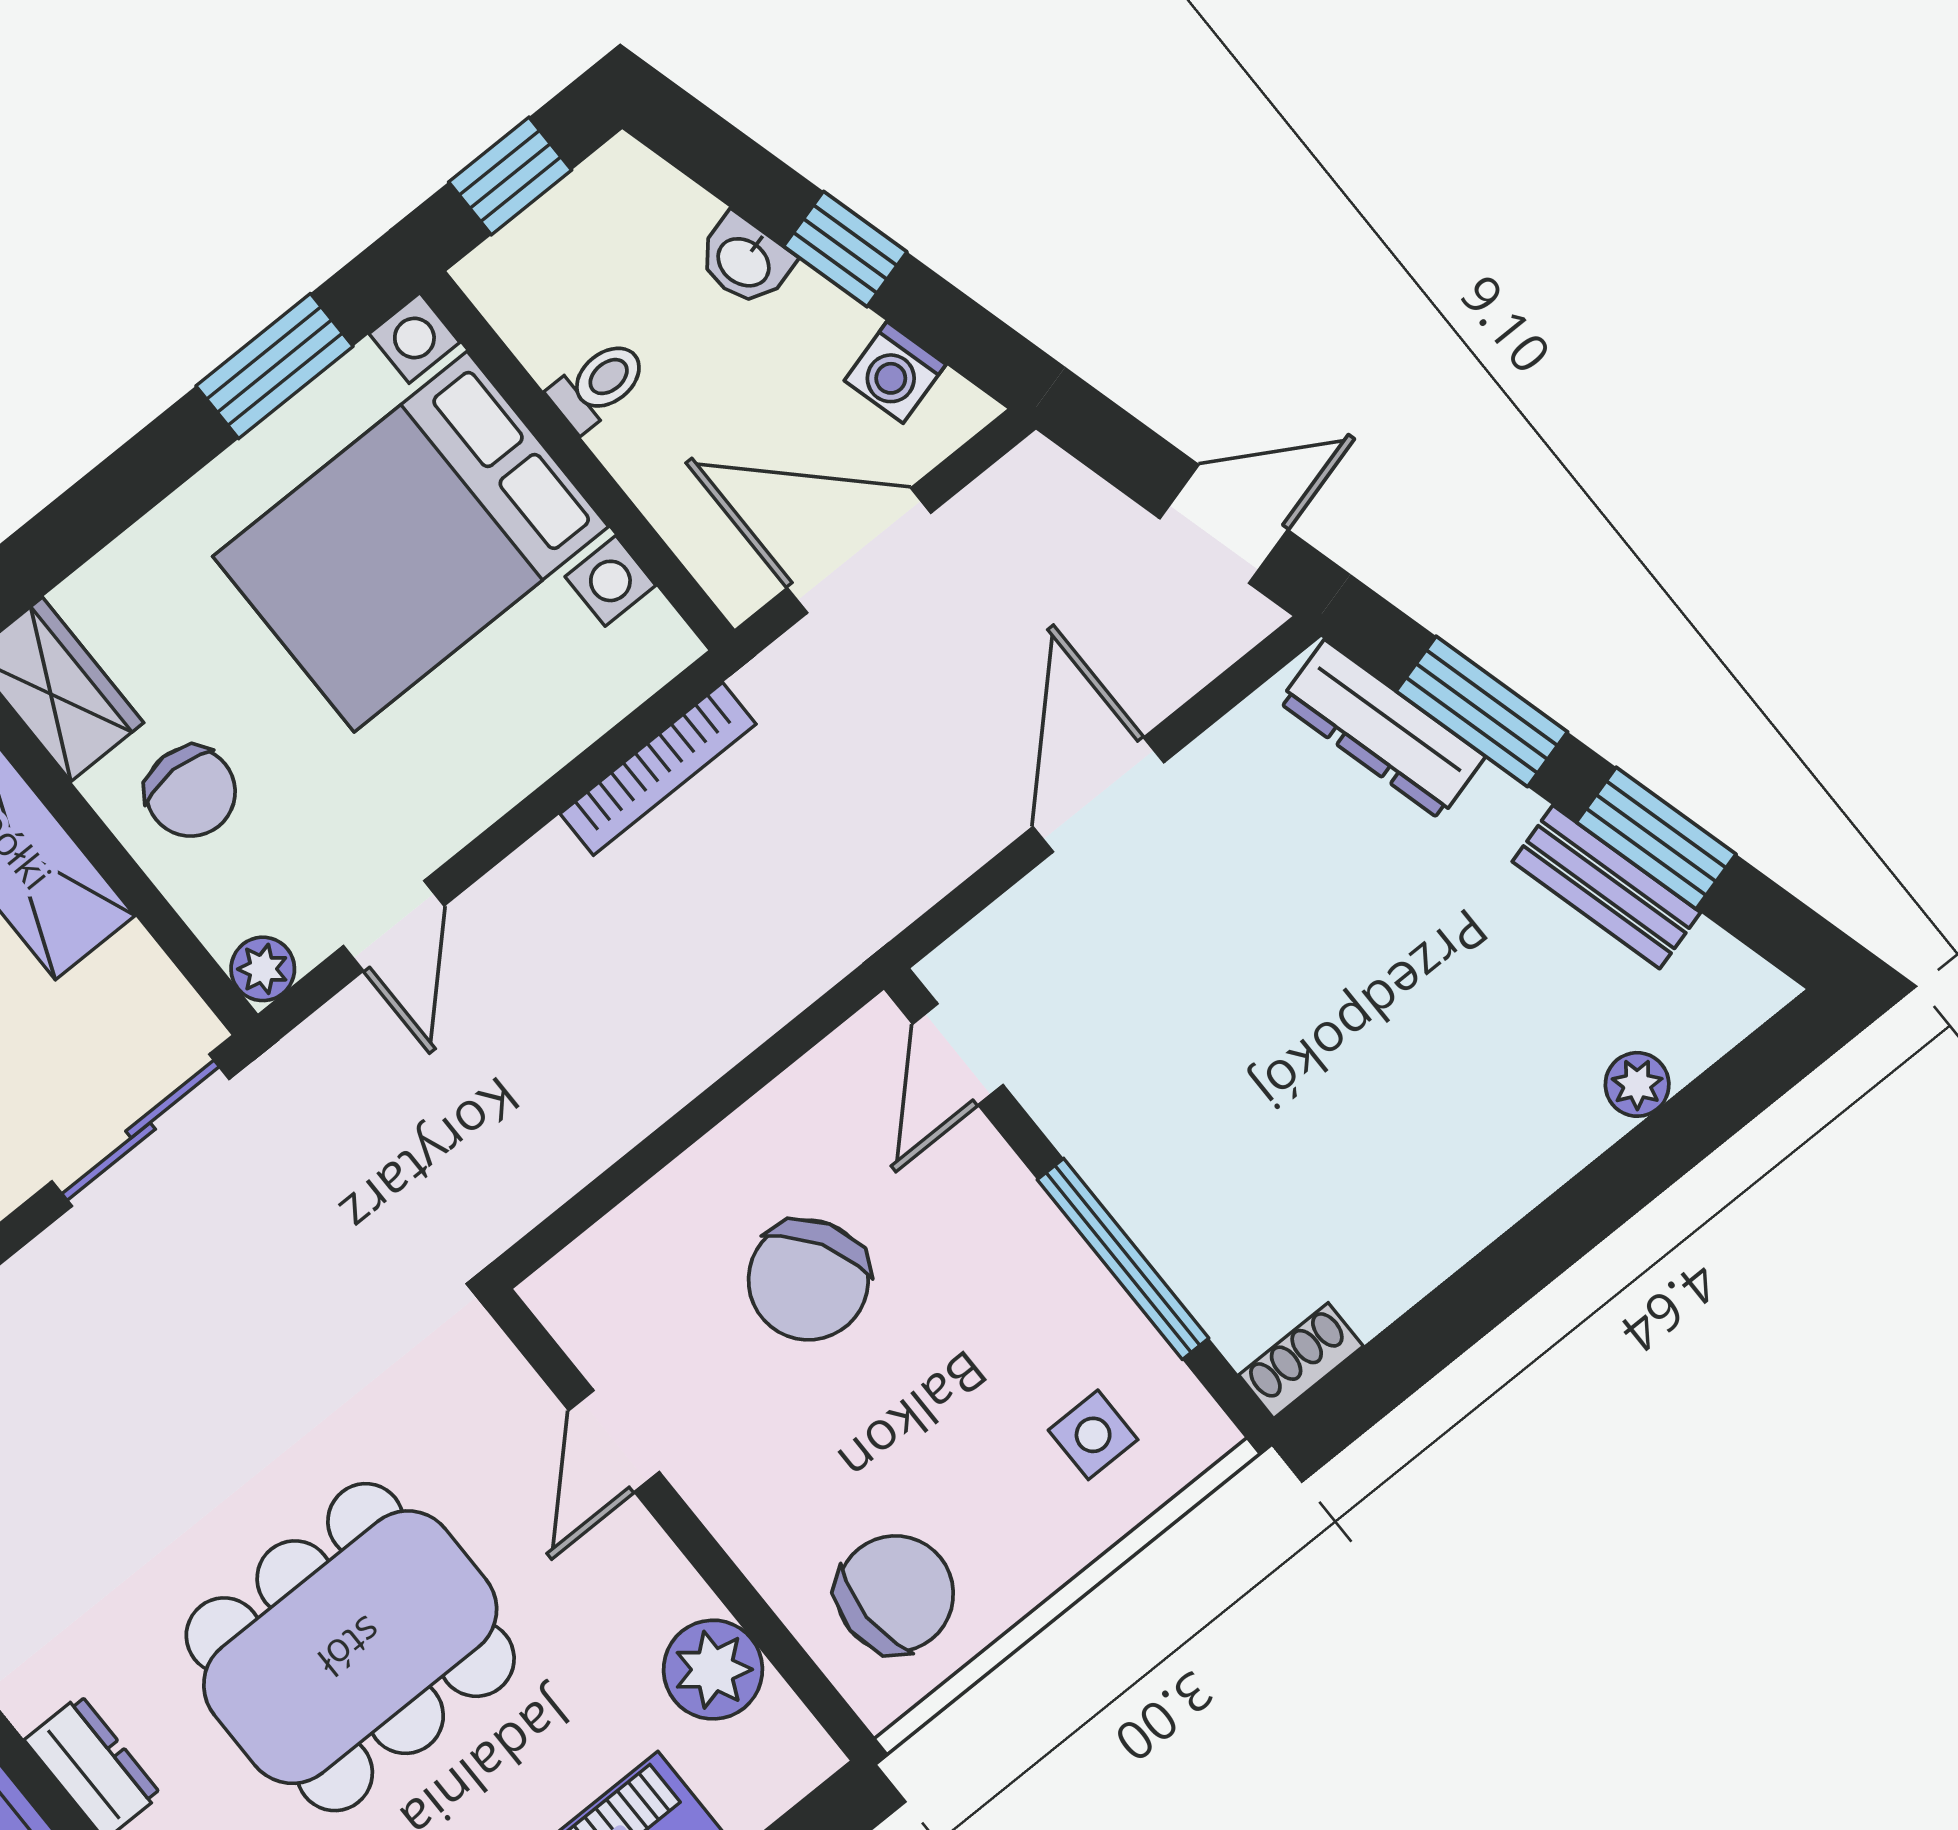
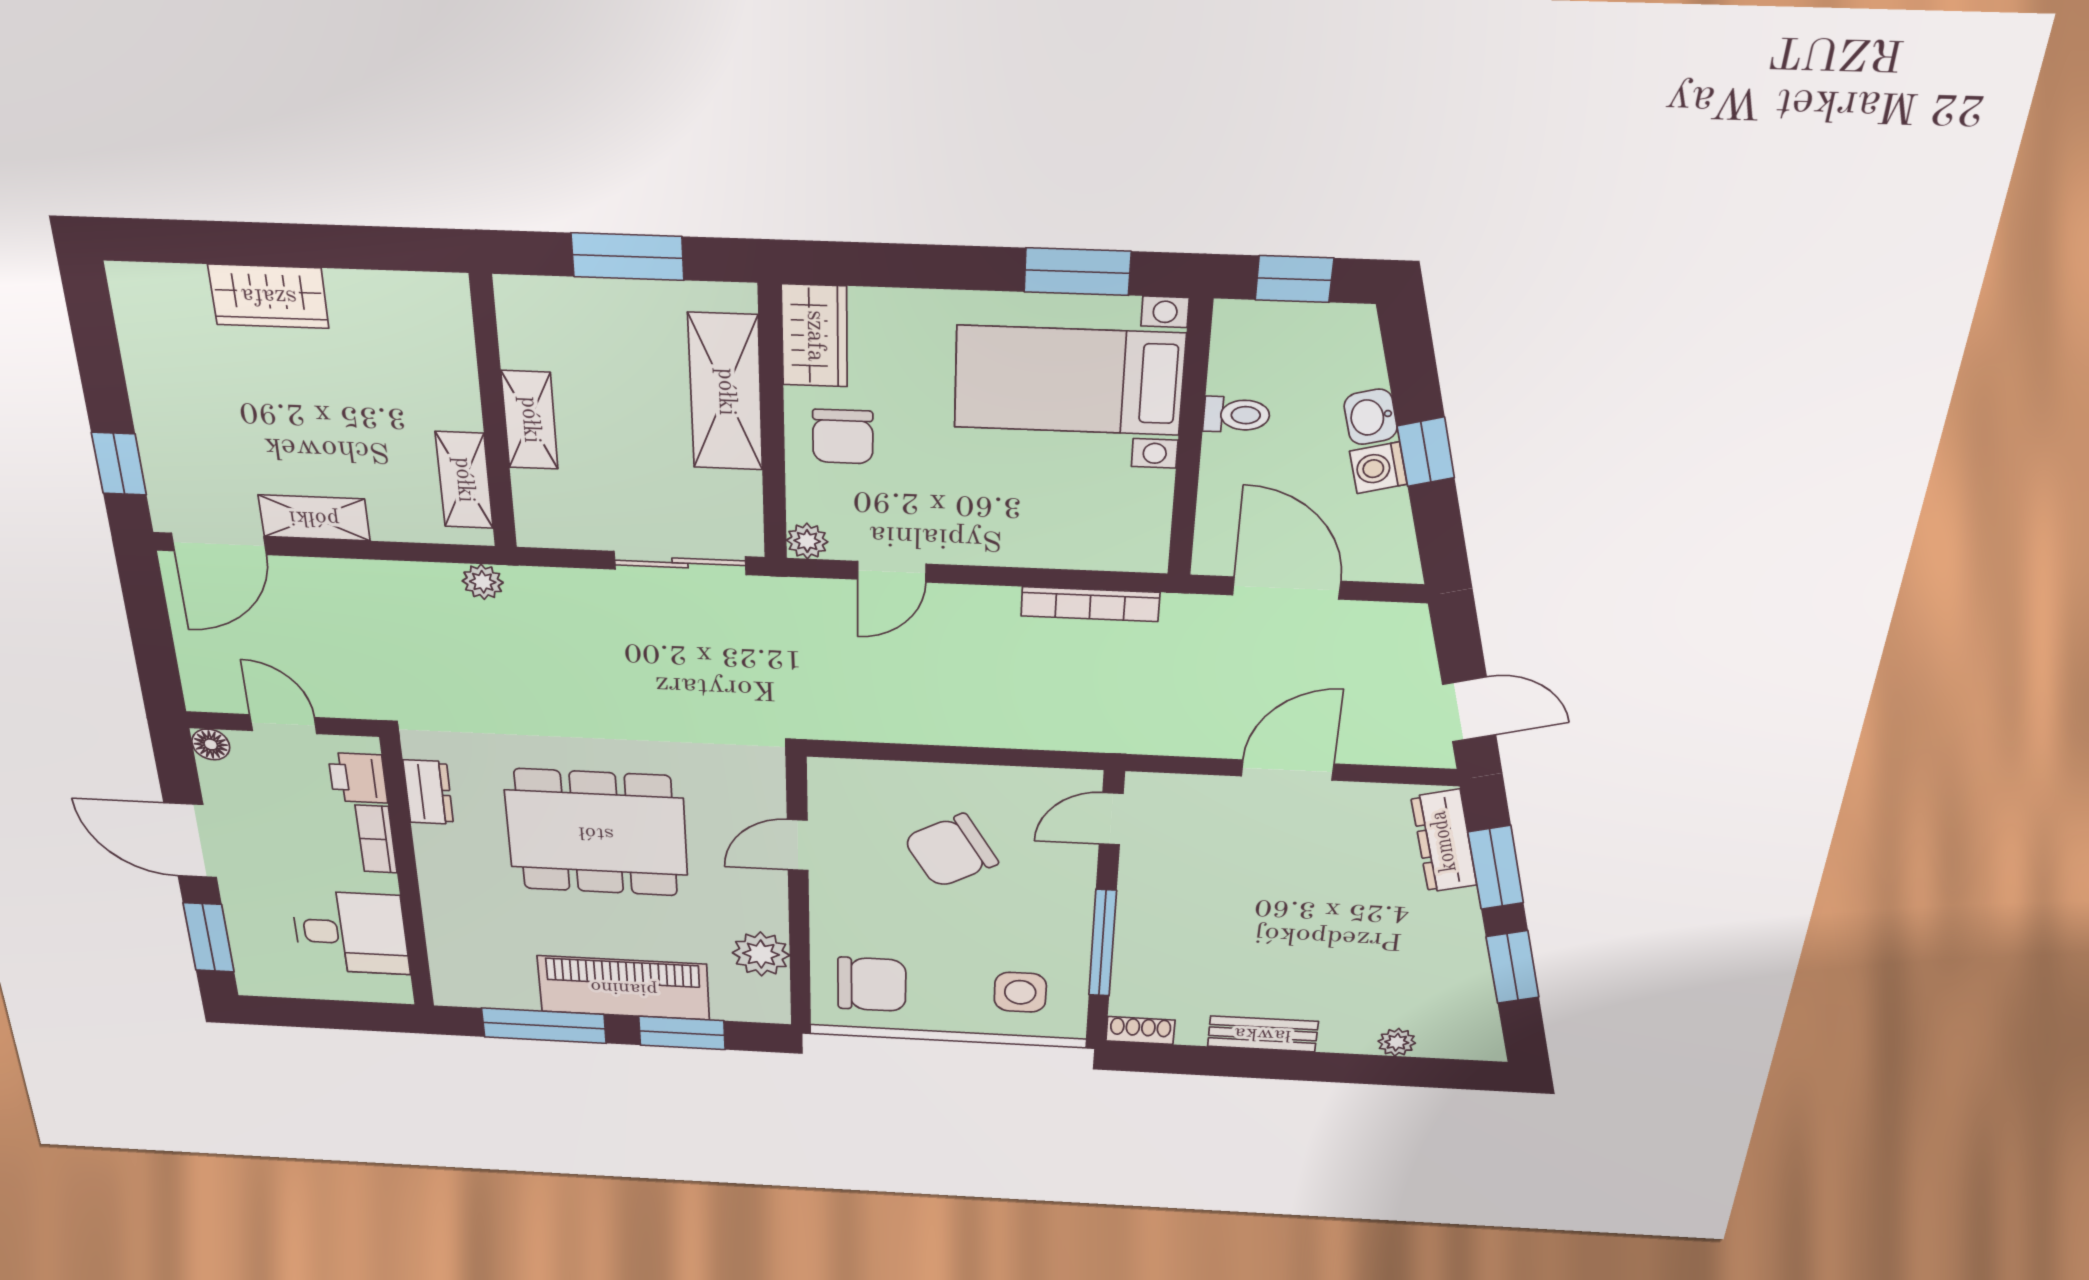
washing machine: (895, 372) -> (1378, 468), moved
bed with nightstands: (411, 542) -> (1069, 381), width x0.73
bench: (1606, 887) -> (1263, 1034), moved, turned -75
side table: (1093, 1435) -> (1020, 992), width x1.37, depth x1.37

